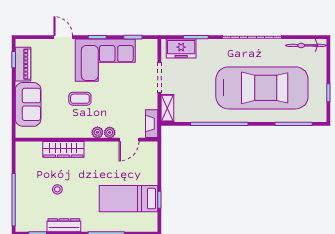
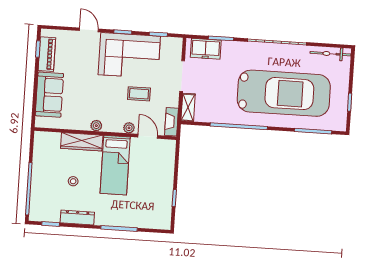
coffee table: (80, 99) -> (139, 94), moved
plant: (97, 132) -> (96, 126), moved
door: (129, 140) -> (148, 136), swing flipped
bed: (128, 199) -> (115, 165), moved, turned -90

